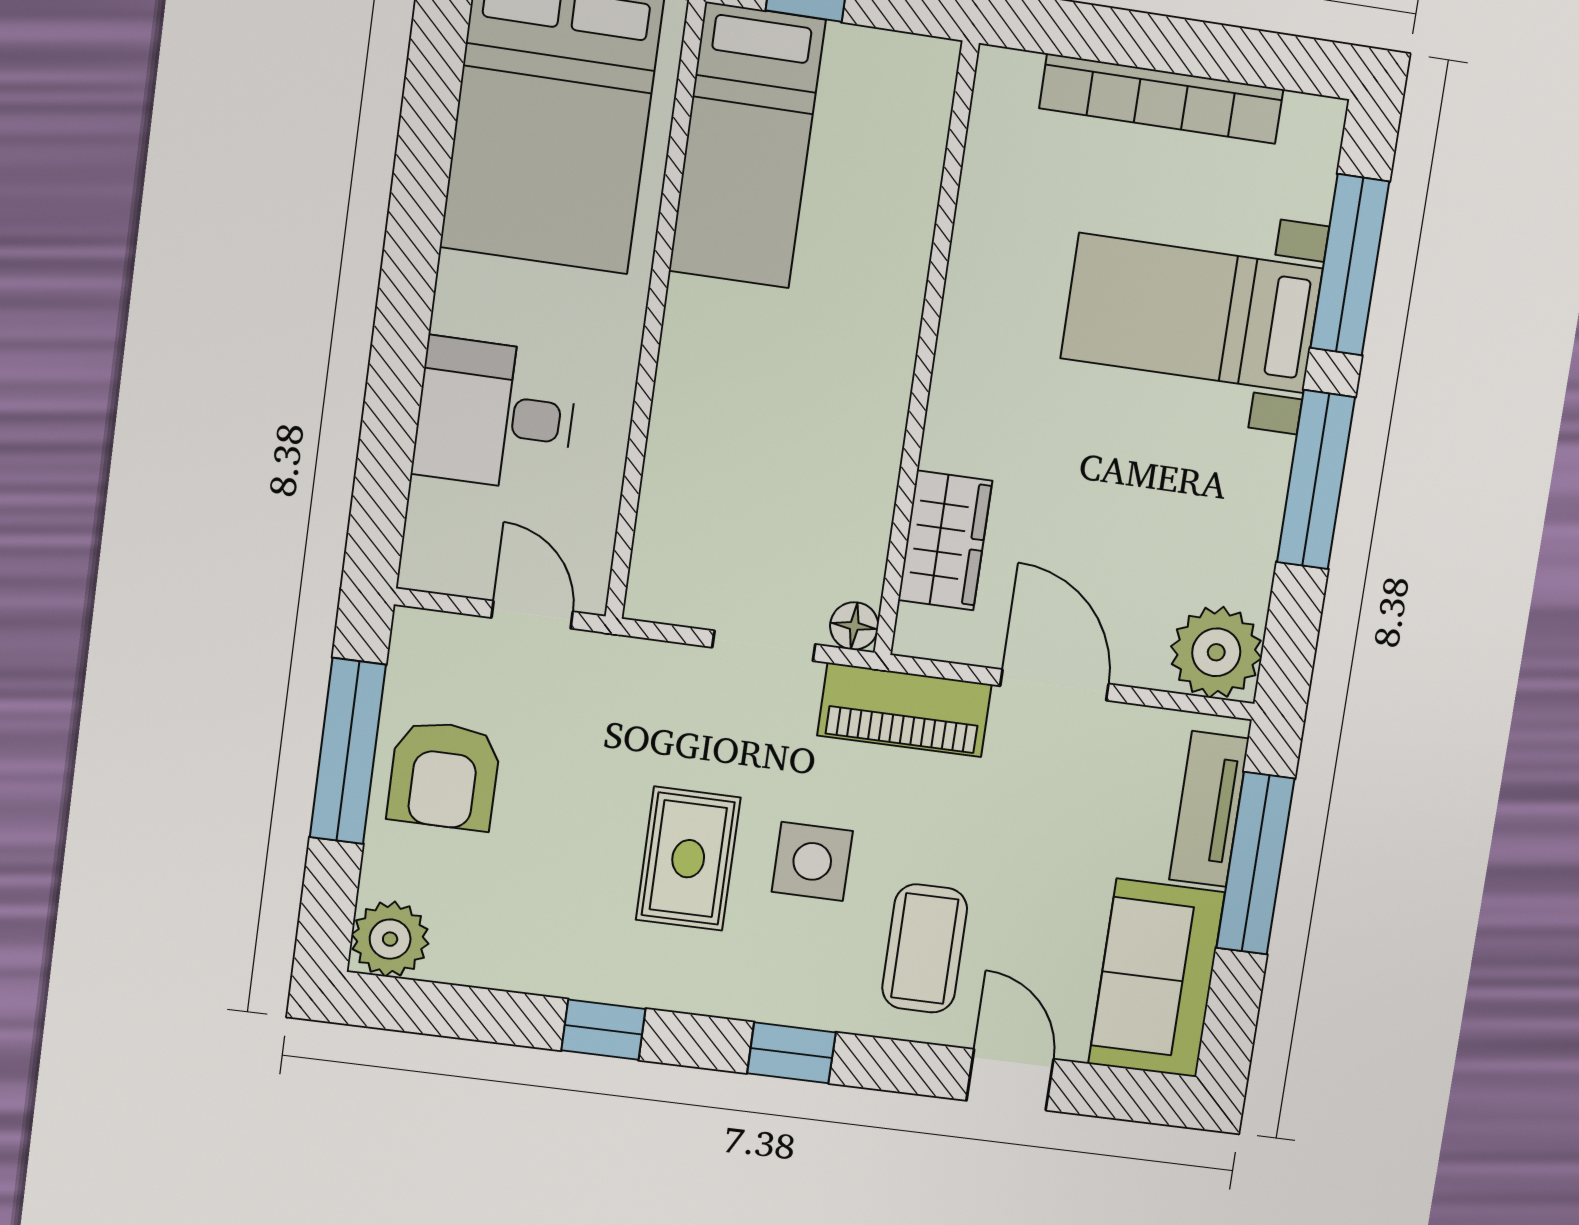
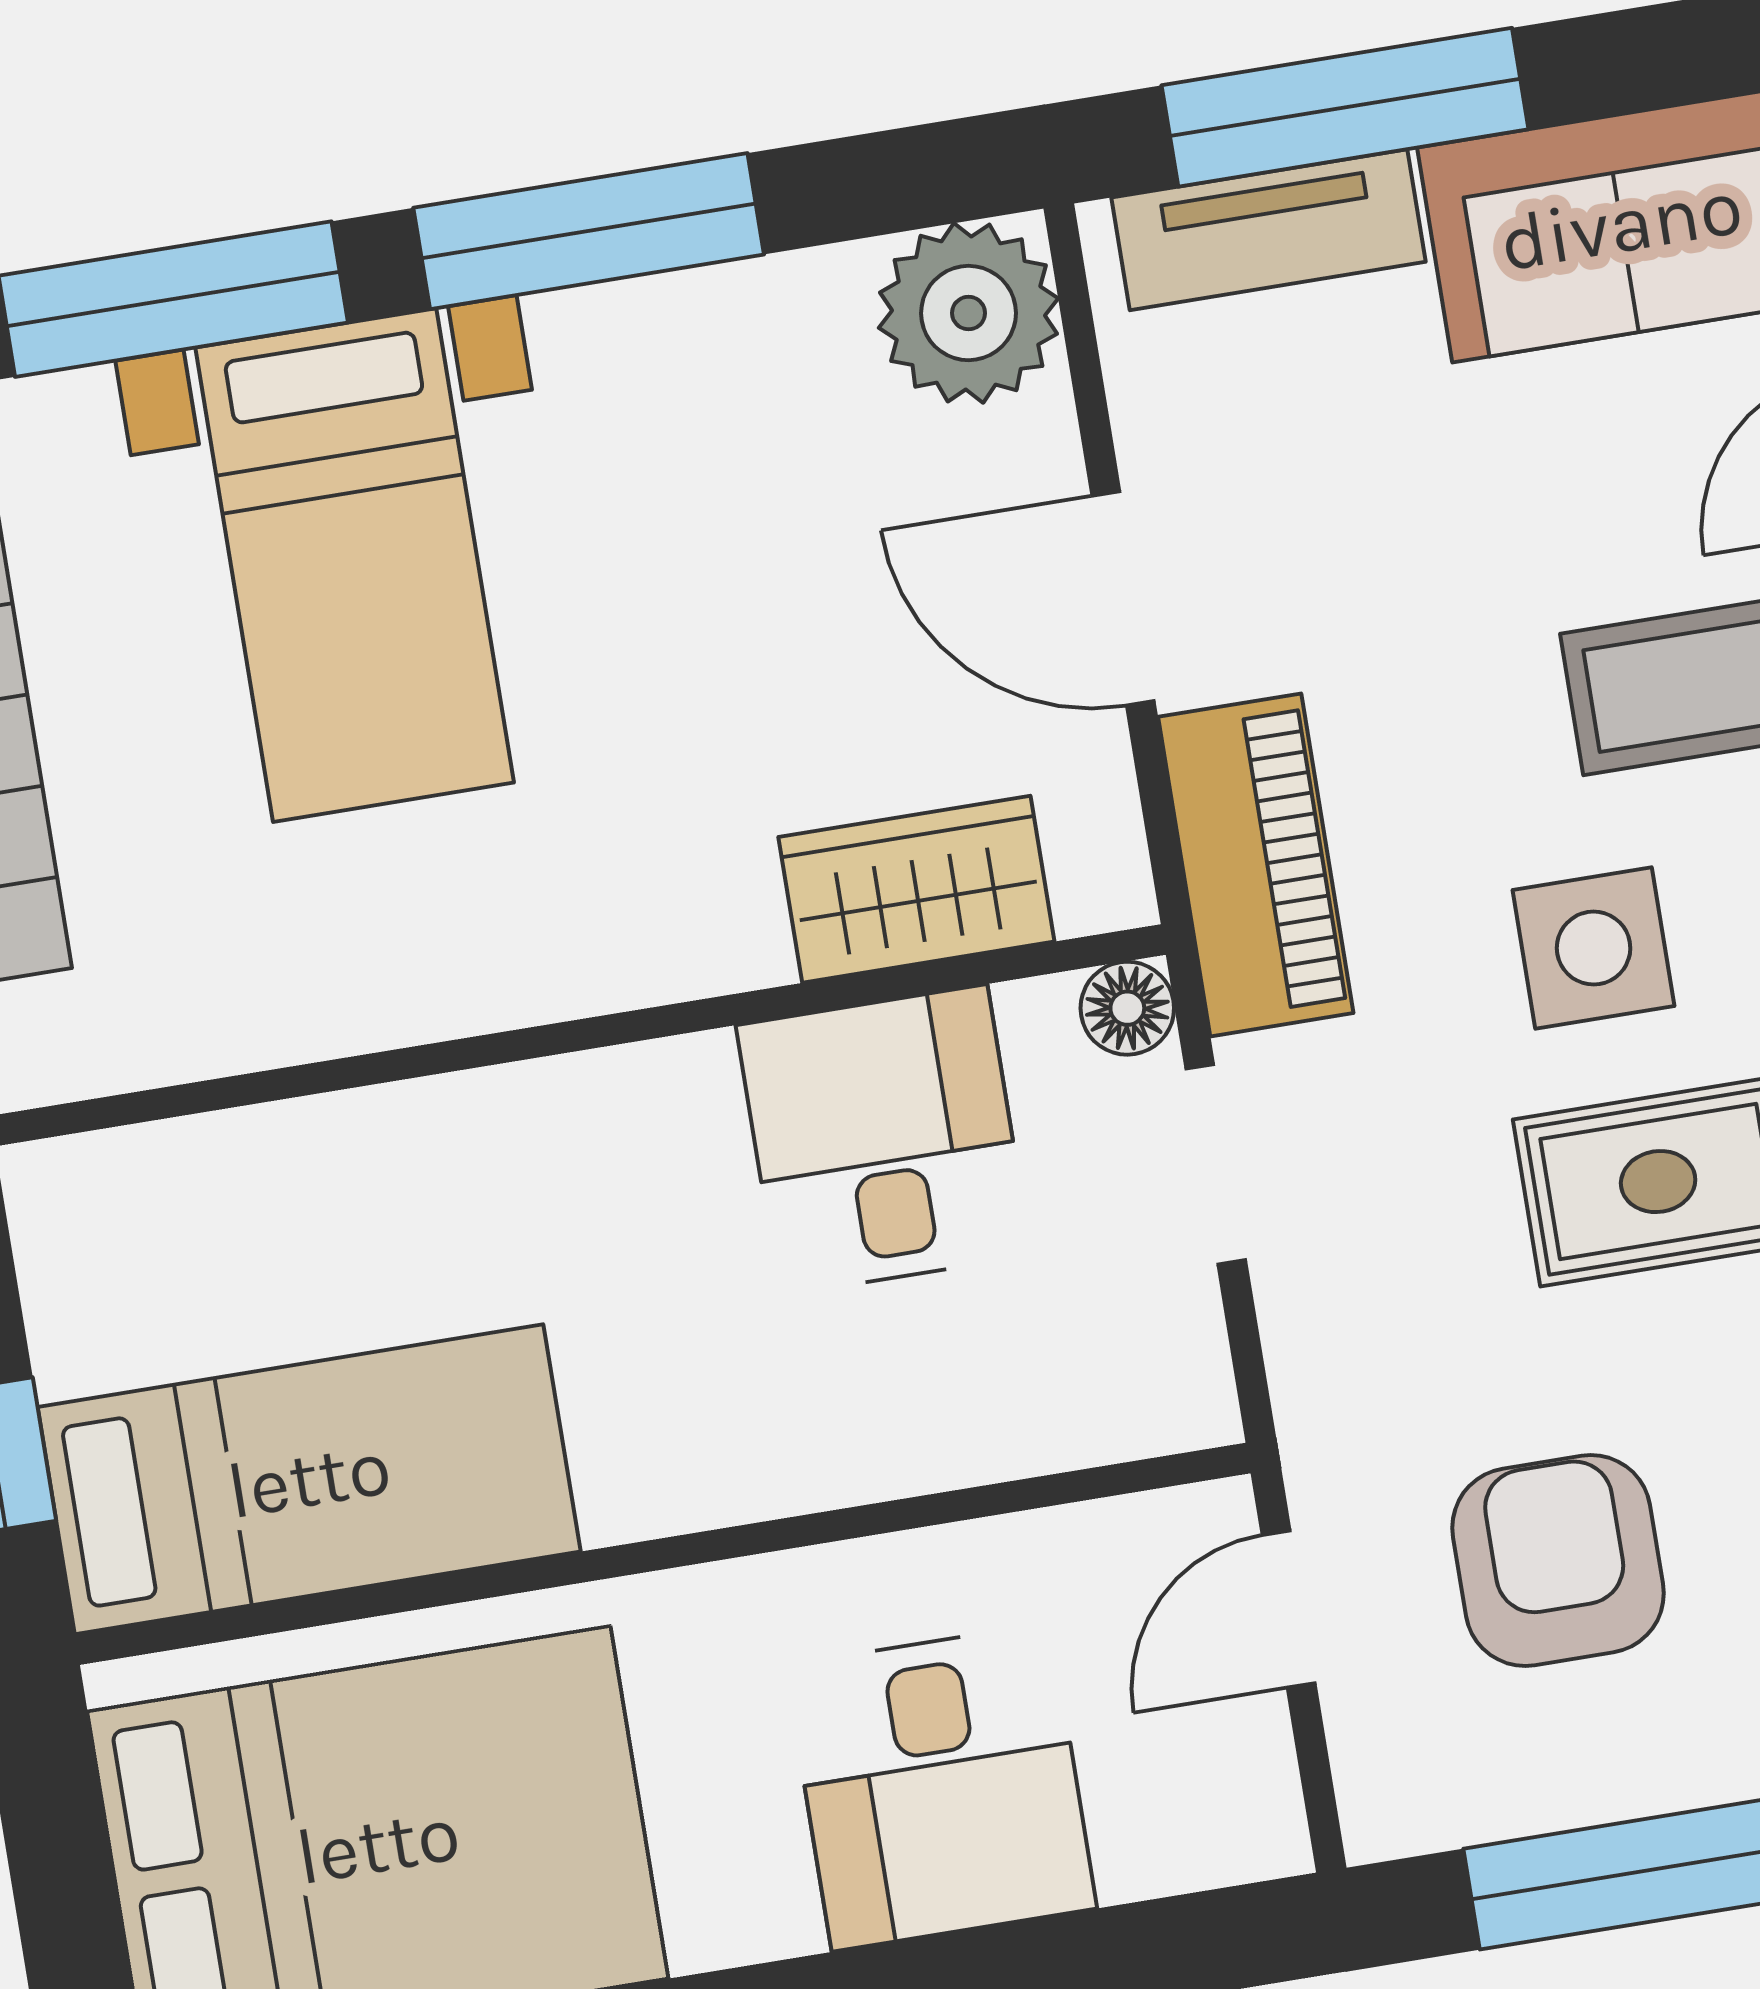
desk: (827, 486) -> (884, 1140), added
door: (1054, 685) -> (1123, 599), hinge flipped
armchair: (444, 775) -> (1558, 1561), moved, turned -90

